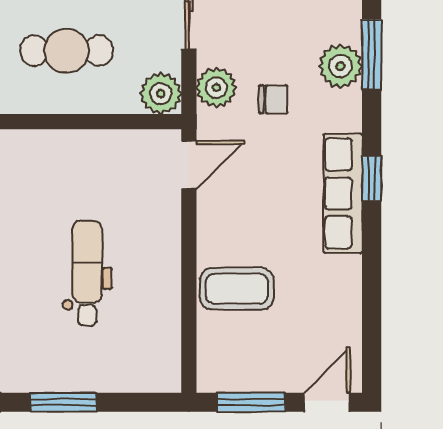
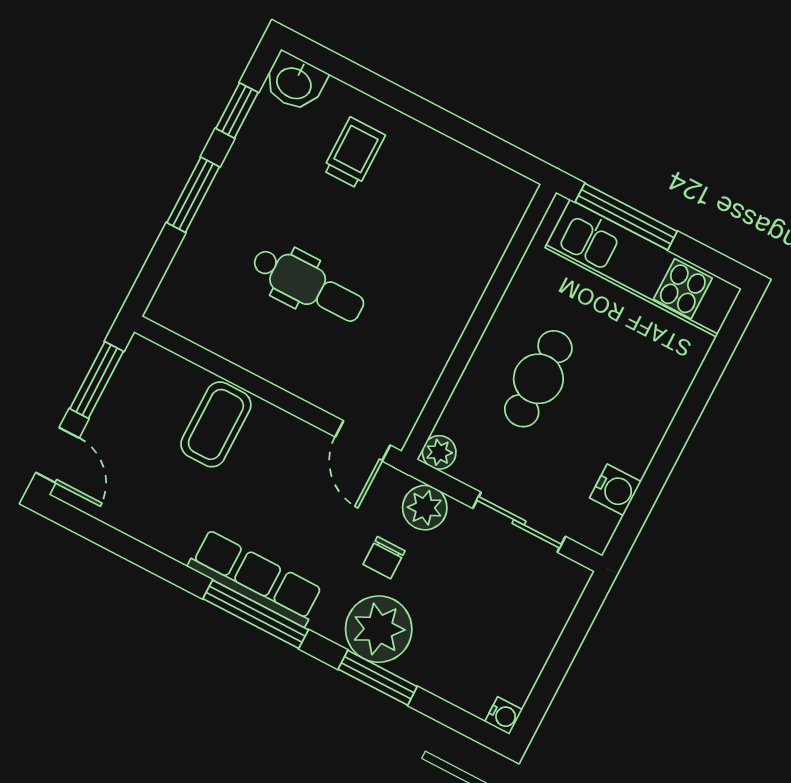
plant: (340, 66) -> (379, 629), width x1.36, depth x1.36
plant: (161, 93) -> (439, 452), width x0.73, depth x0.73
window: (372, 178) -> (256, 614), width x2.17

